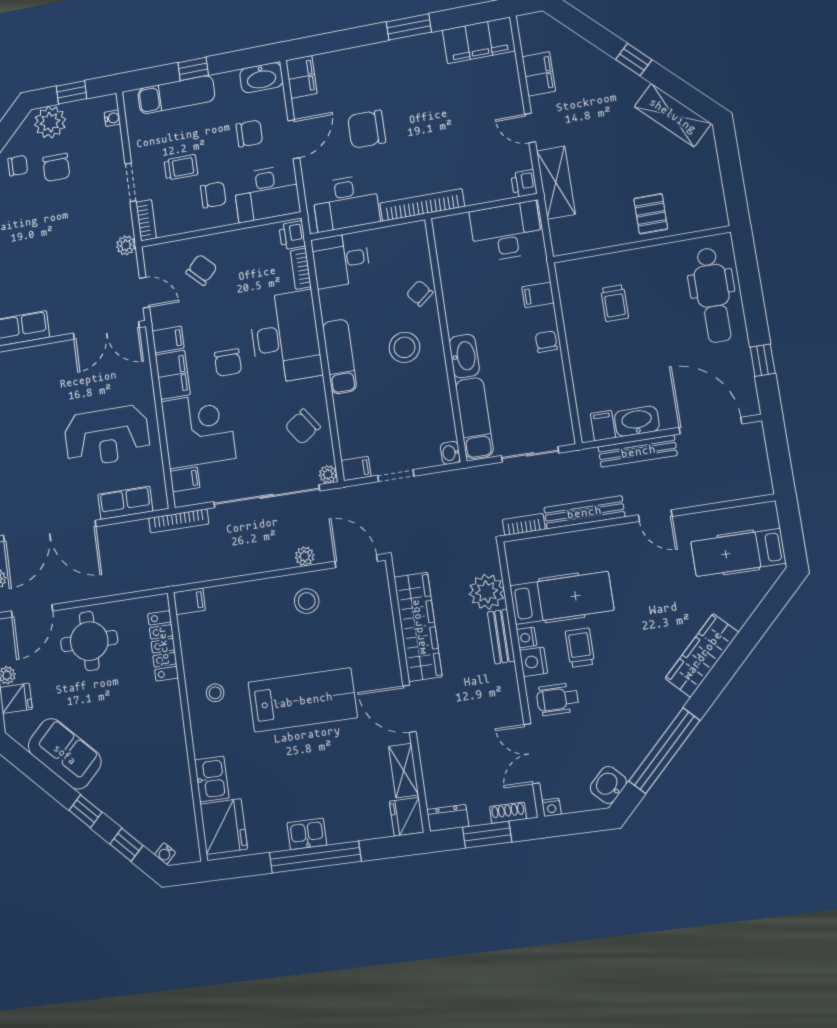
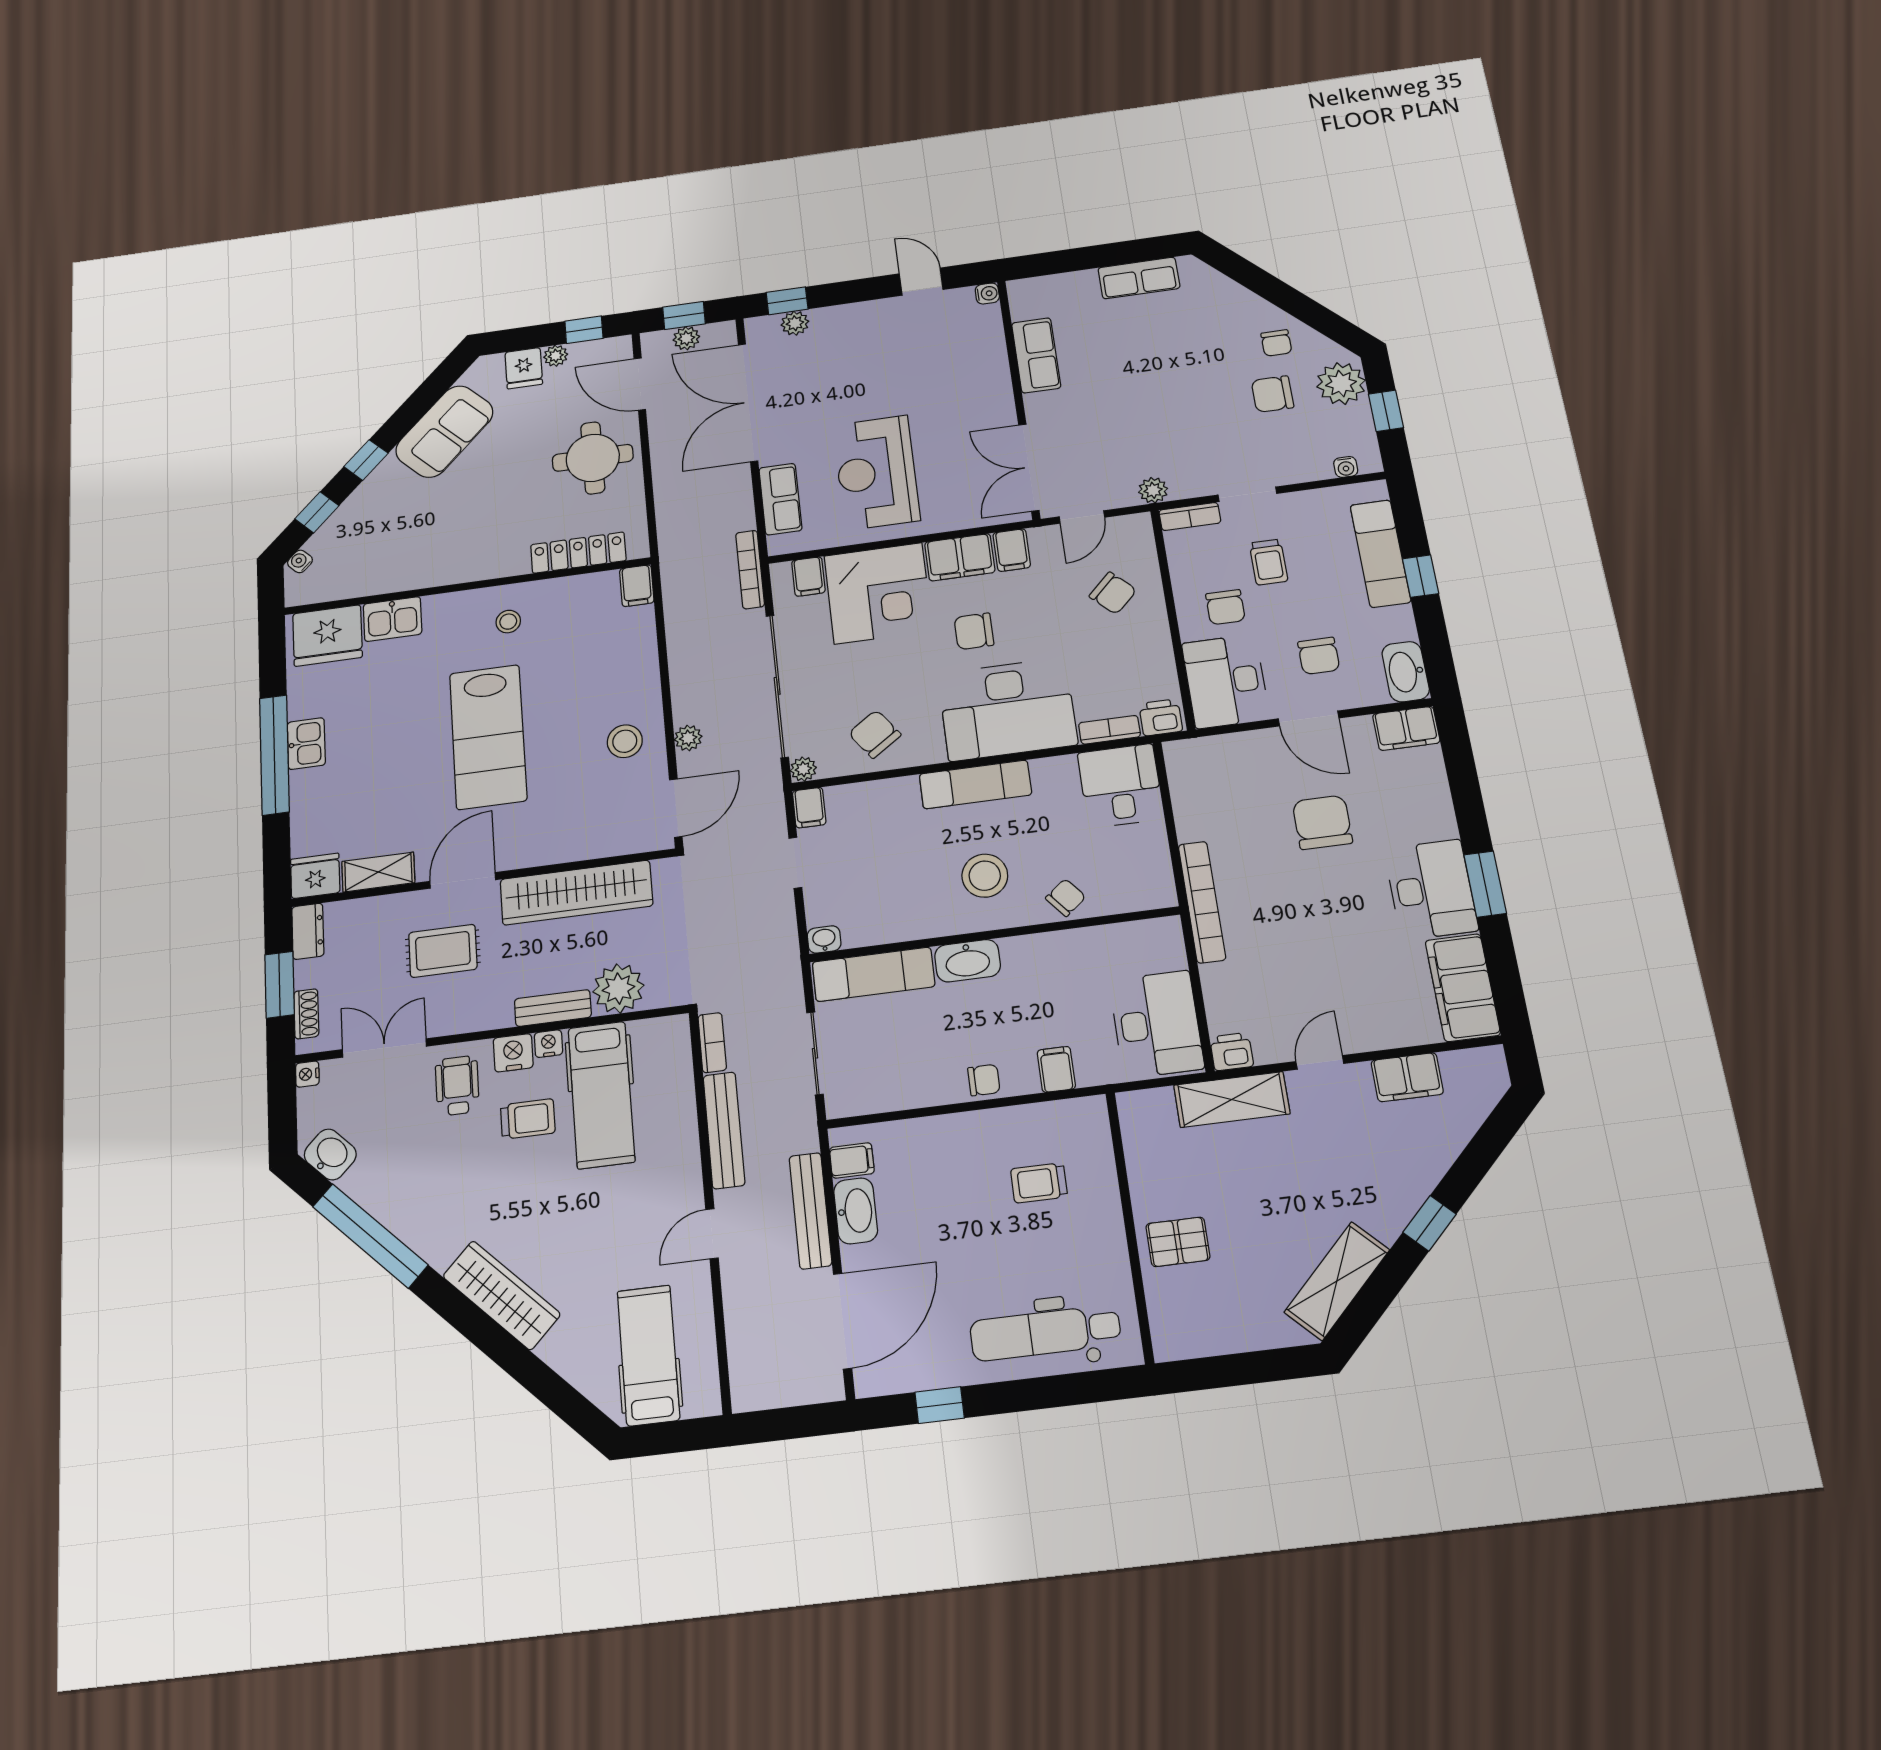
desk: (346, 203) -> (1431, 889), moved, turned 180
rug: (461, 718) -> (443, 951), added

